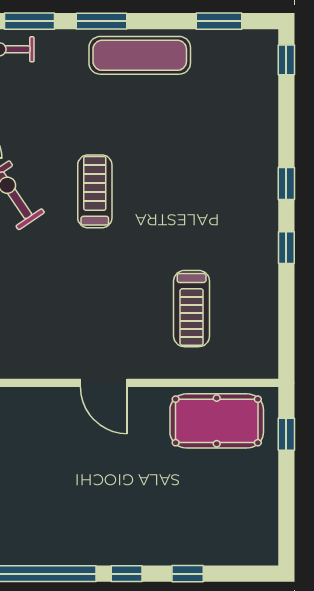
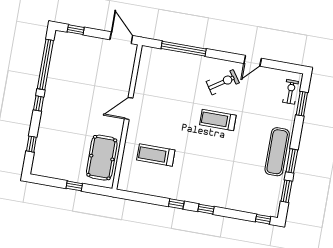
window: (101, 21) -> (292, 161), moved
treadmill: (95, 191) -> (218, 120), turned 180
window: (286, 434) -> (74, 186), moved
window: (188, 574) -> (31, 144), moved

